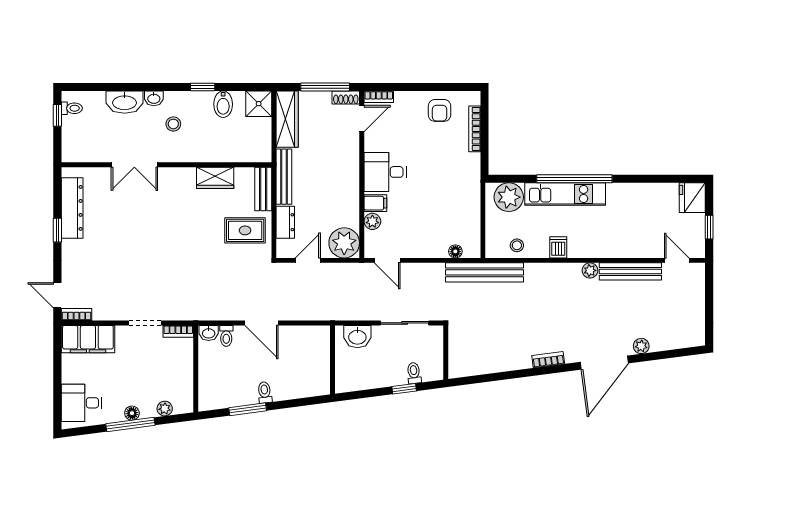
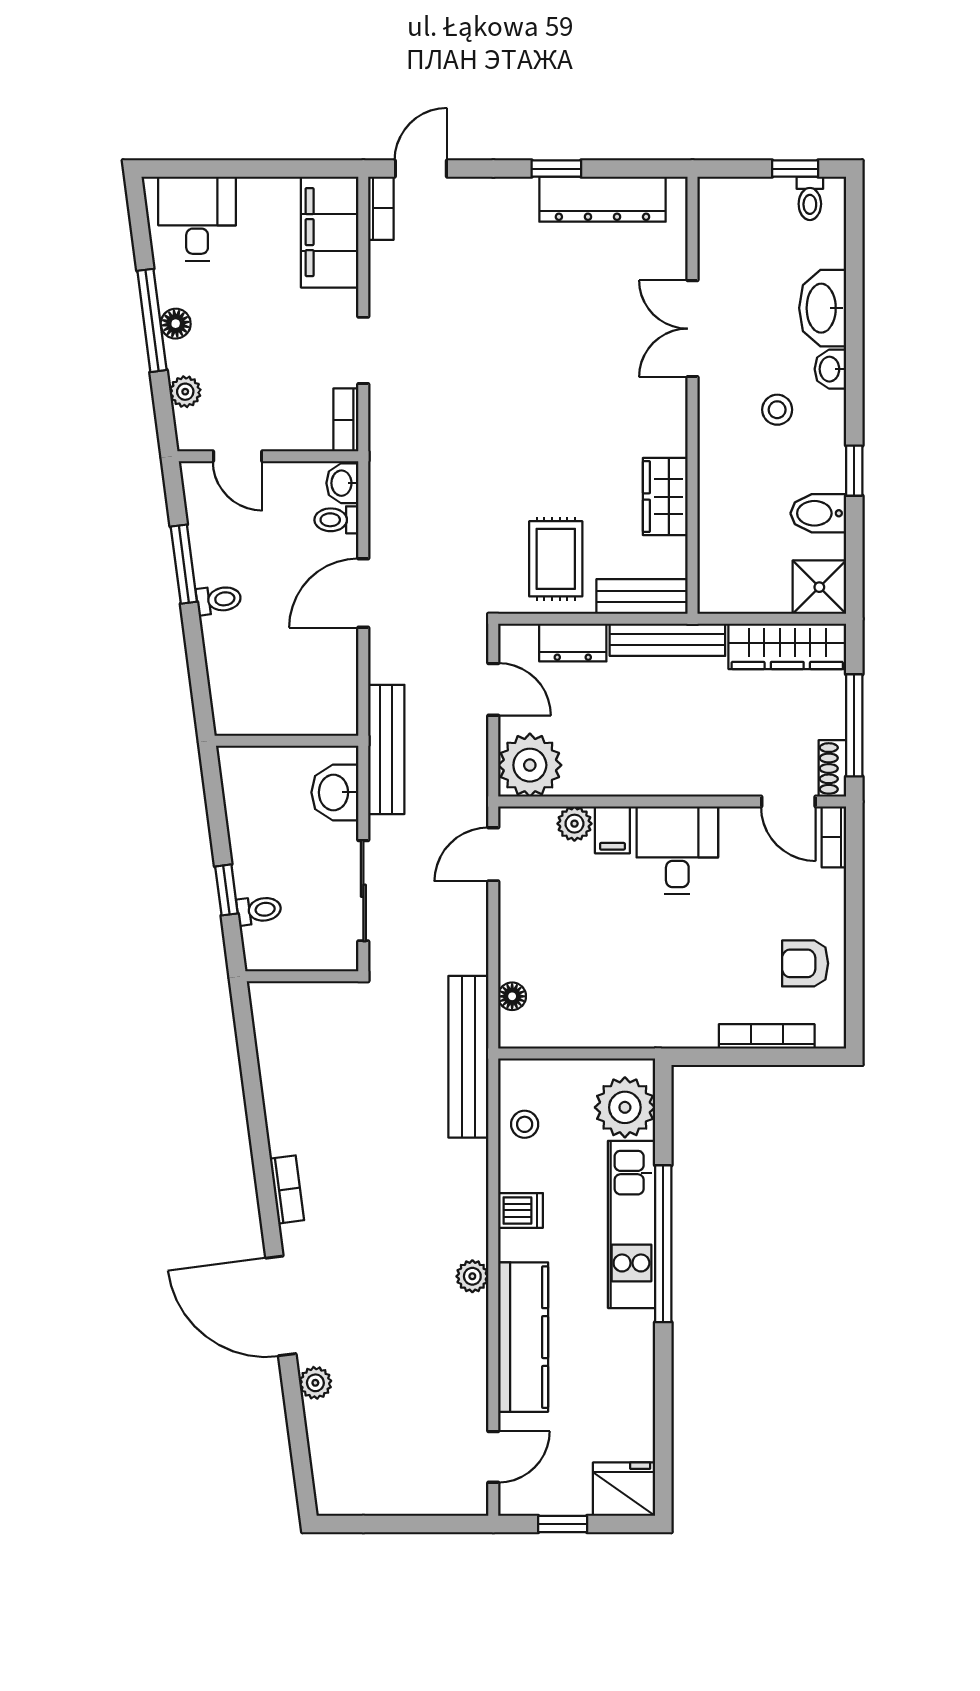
kitchen counter: (619, 246) -> (523, 1337), added
bench: (630, 271) -> (386, 749), moved
door: (196, 383) -> (238, 456), added

